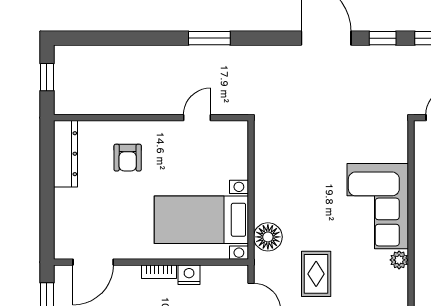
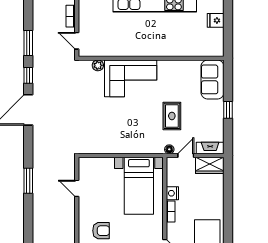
floor lamp: (268, 237) -> (169, 149), moved, width x0.53, depth x0.53
plant: (399, 260) -> (98, 65), moved
rug: (316, 274) -> (172, 116), turned 90

